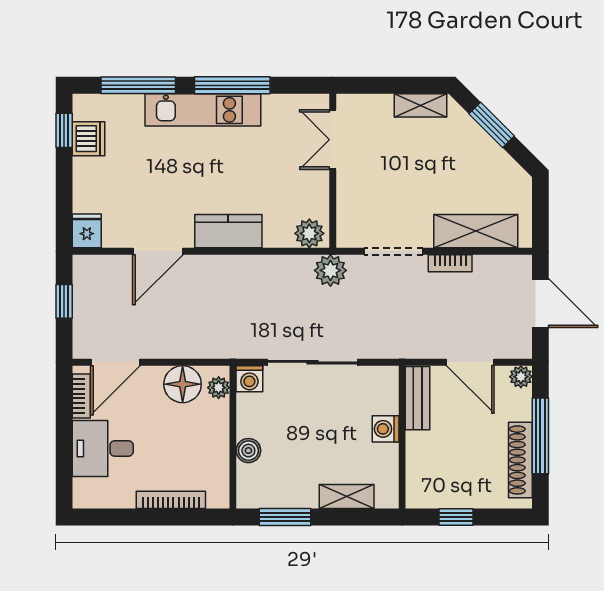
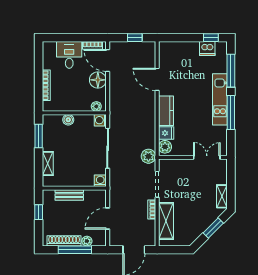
fridge: (87, 231) -> (166, 133), moved
plant: (521, 377) -> (87, 241), moved
floor lamp: (183, 384) -> (98, 80), moved
bench: (418, 398) -> (69, 195), moved
washing machine: (386, 429) -> (100, 181), moved

